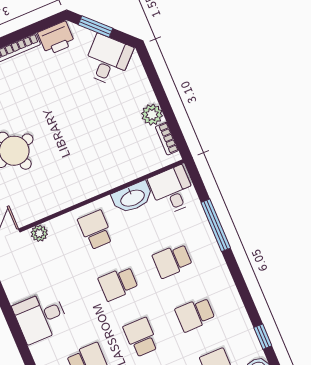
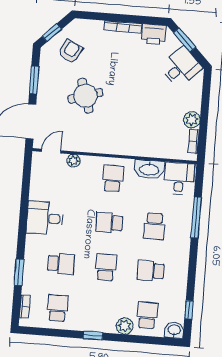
school desk: (172, 261) -> (154, 226), turned -90

